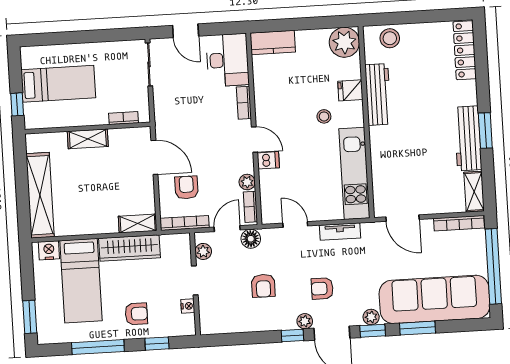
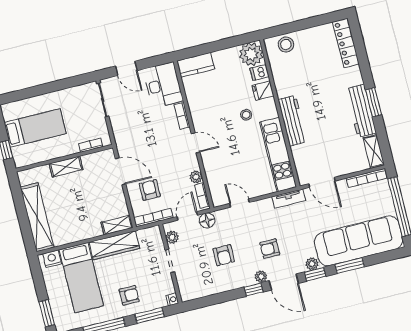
workbench: (378, 94) -> (293, 121), moved
dishwasher: (268, 160) -> (259, 72), moved, turned 180
tv unit: (340, 232) -> (289, 199), moved
nightstand: (188, 306) -> (172, 299), moved
window: (157, 344) -> (149, 315), width x1.50

